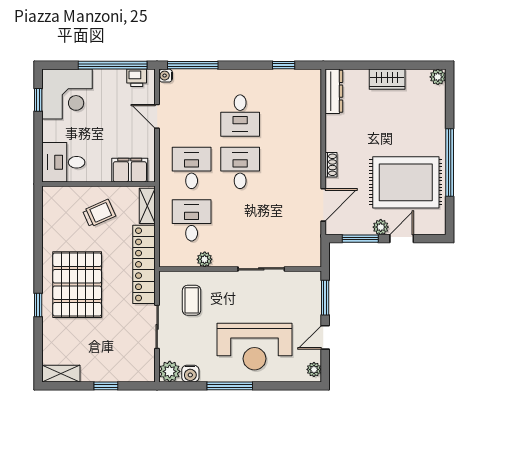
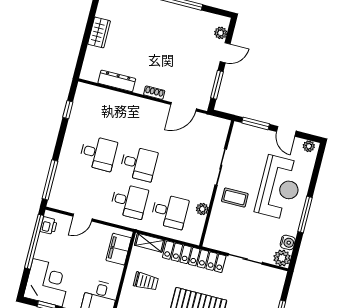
water cooler: (166, 76) -> (53, 203), removed
dresser: (334, 91) -> (117, 81), moved
desk: (192, 168) -> (129, 201), turned 180
desk: (240, 168) -> (139, 164), turned 180
rug: (406, 182) -> (182, 38), removed
door: (323, 205) -> (184, 107), swing flipped
trolley: (99, 213) -> (146, 281), turned 114
desk: (192, 220) -> (170, 211), turned 180
plant: (381, 227) -> (221, 33), moved
door: (402, 239) -> (225, 53), swing flipped
coffee table: (192, 300) -> (235, 198), moved

